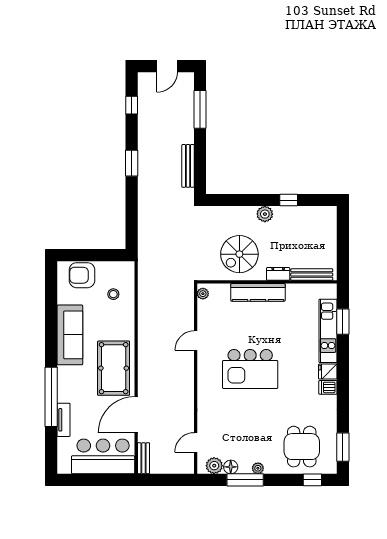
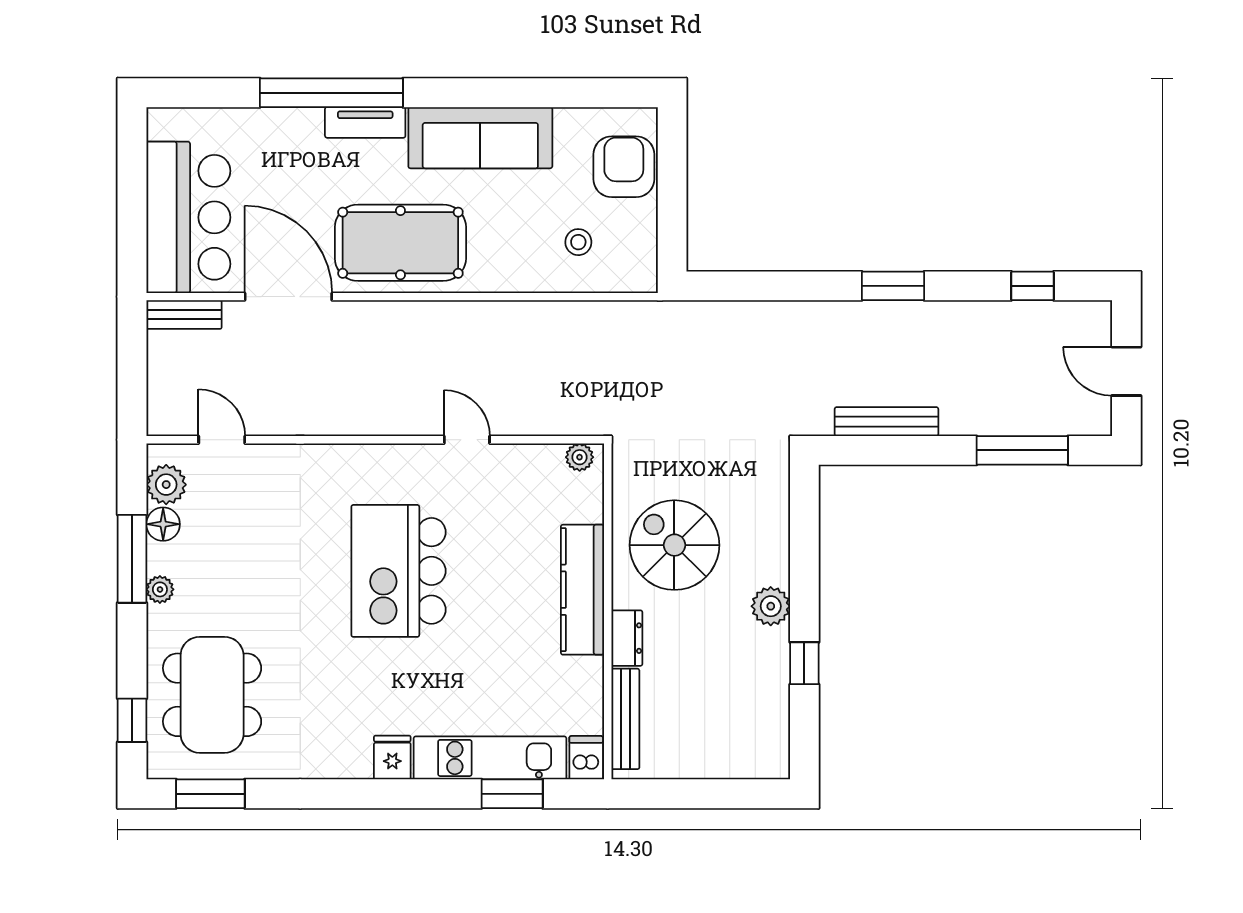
dishwasher: (328, 387) -> (586, 758), moved
tv unit: (64, 420) -> (365, 122), moved
dining table: (302, 447) -> (212, 695), width x1.38

